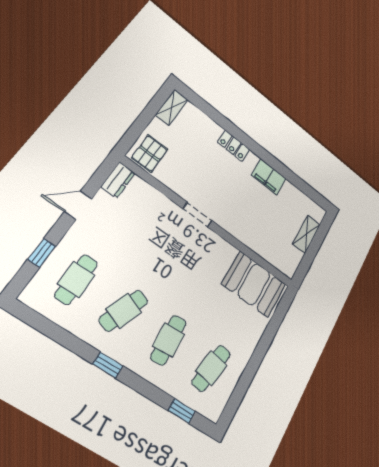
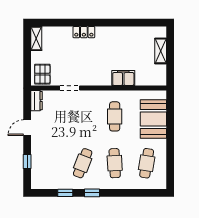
filing cabinet: (269, 177) -> (123, 78), moved, turned 180
doorway: (198, 215) -> (70, 88), moved
cafe table: (76, 279) -> (115, 116), moved
booth: (254, 284) -> (153, 119), moved, turned 90
window: (182, 411) -> (65, 193), moved

